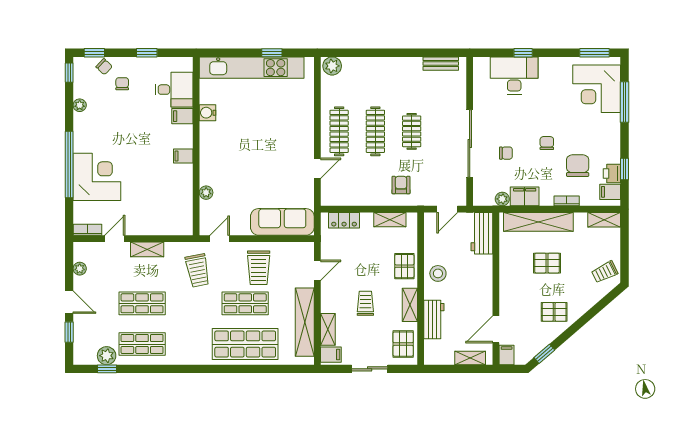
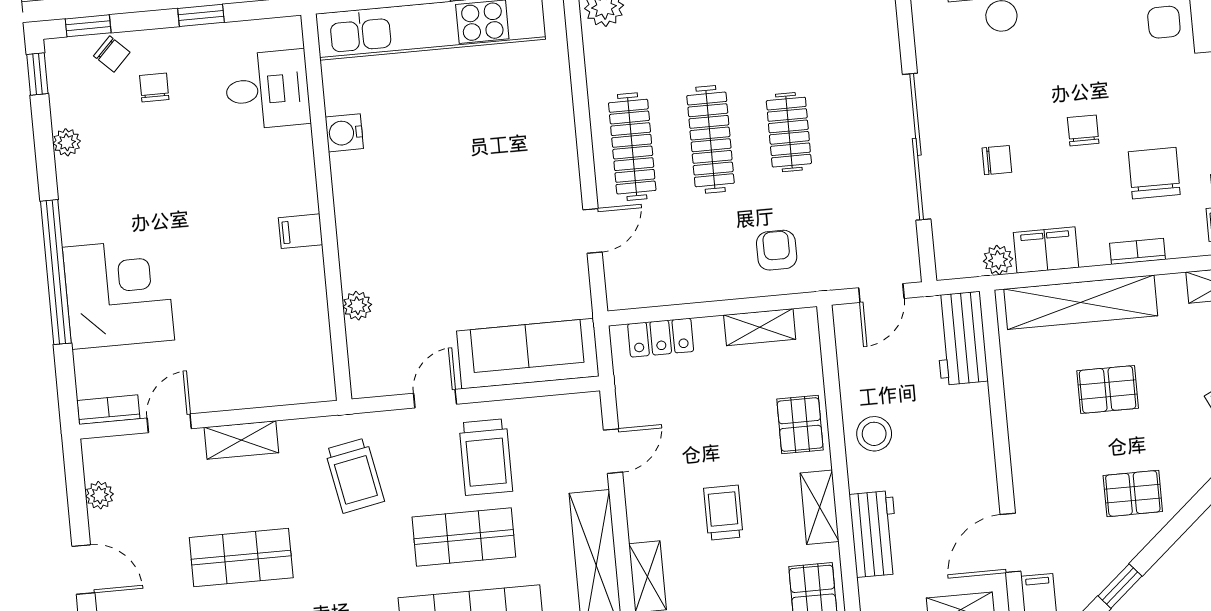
filing cabinet: (182, 116) -> (291, 145), removed
door: (220, 239) -> (435, 399), moved

